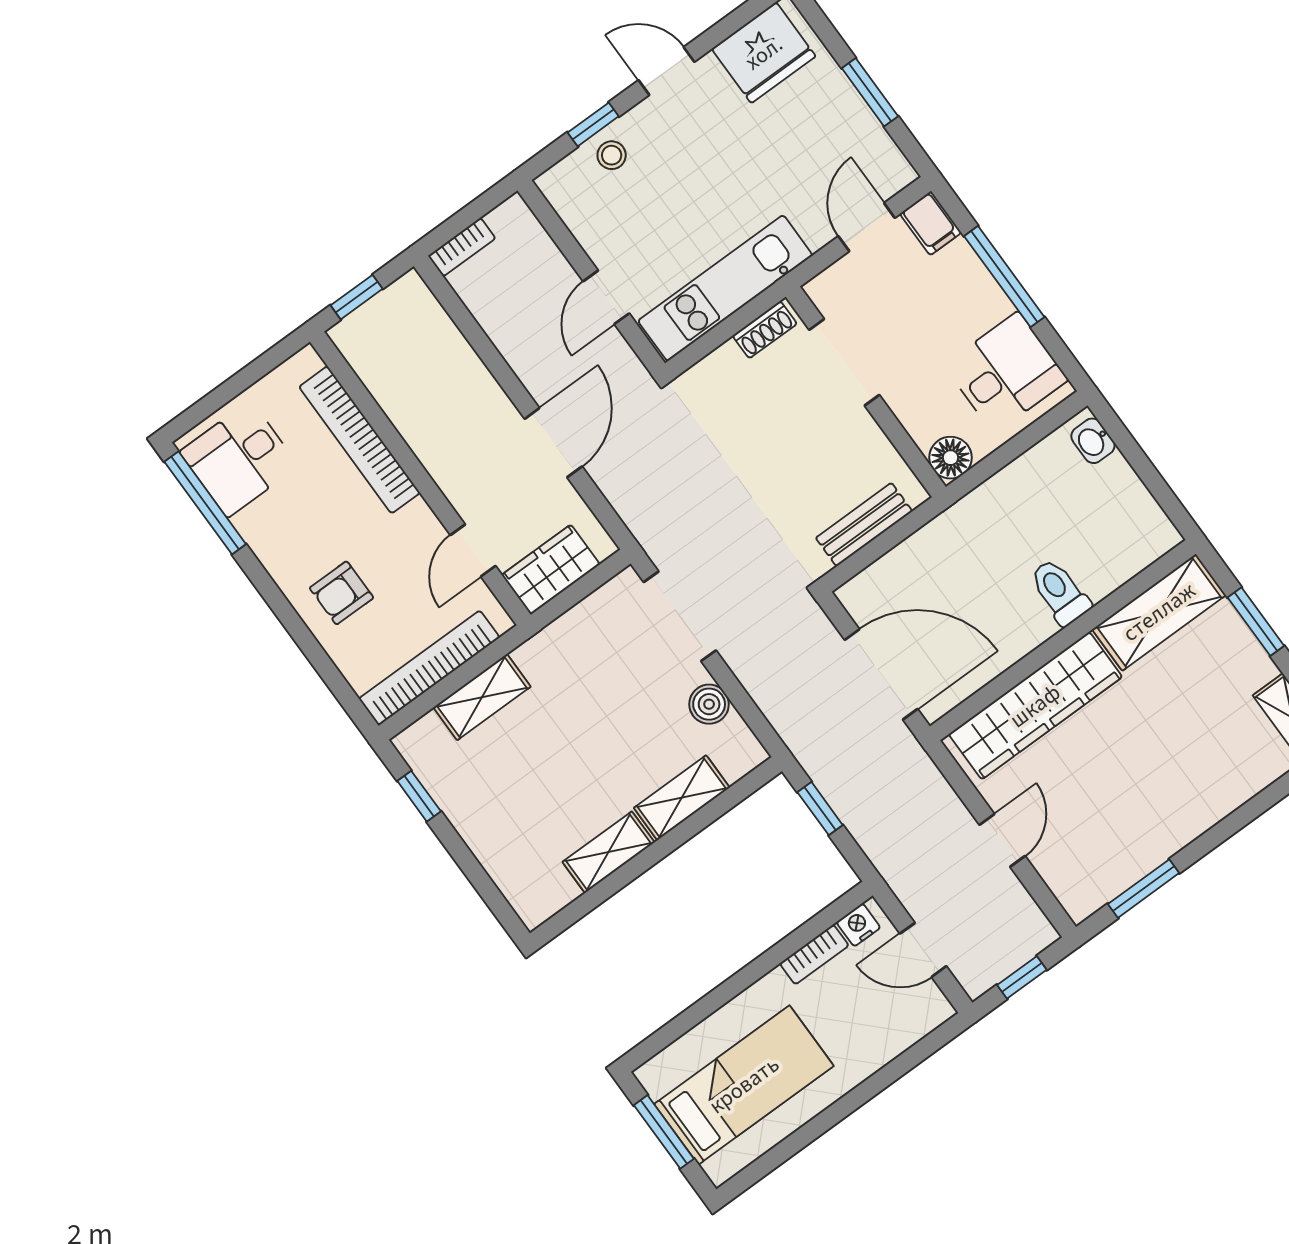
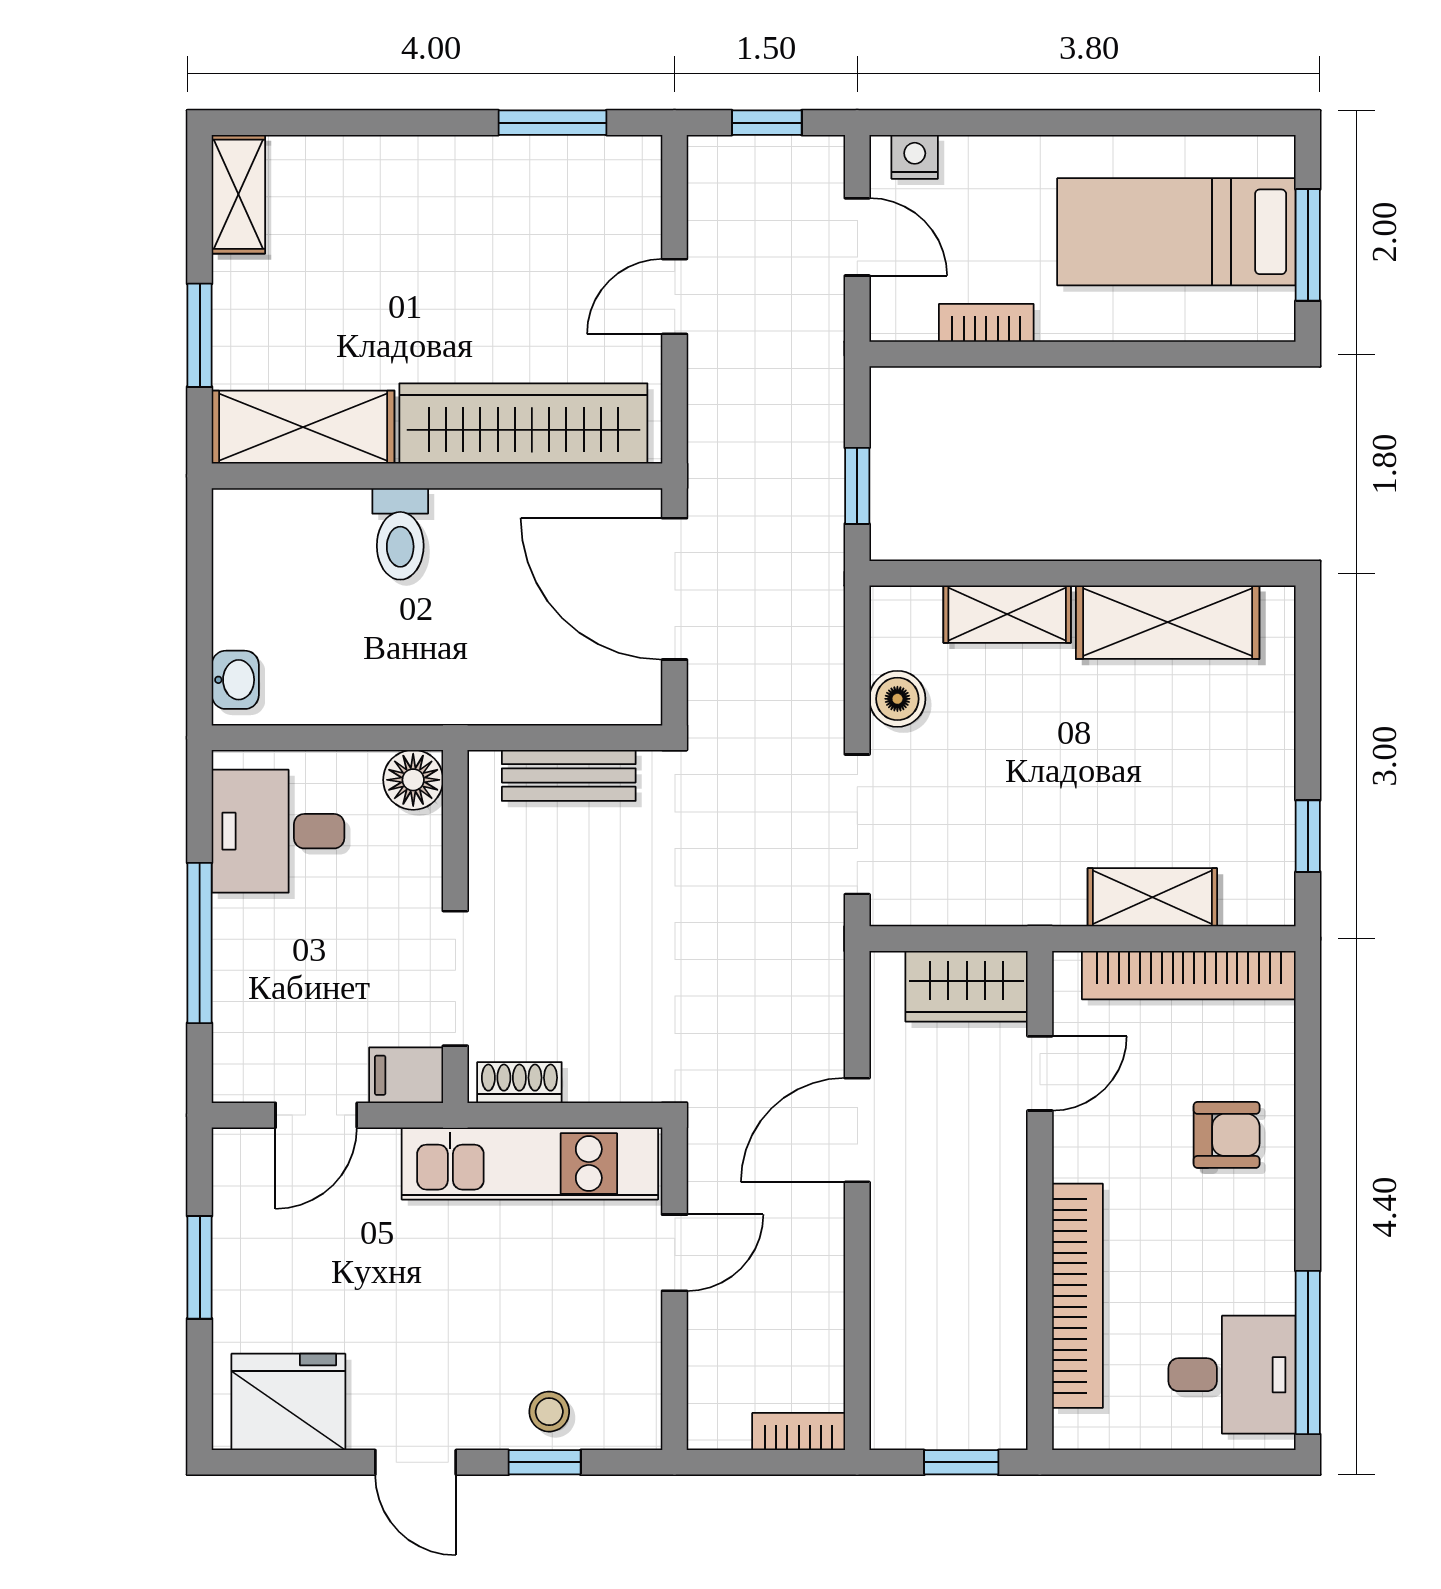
filing cabinet: (931, 223) -> (406, 1075), moved, turned -90
shelving: (608, 852) -> (1168, 622), width x1.50, depth x1.33
nightstand: (858, 925) -> (915, 157), moved, turned 180

